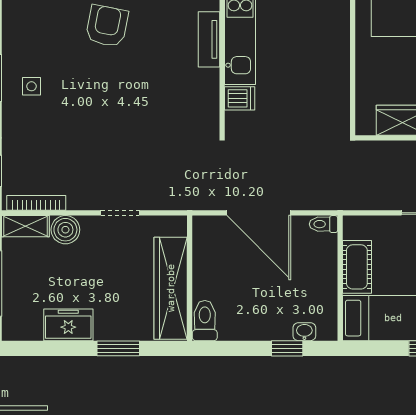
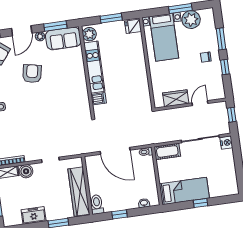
tv unit: (209, 39) -> (80, 73), removed
cot: (357, 267) -> (167, 151), moved, turned 90
window: (287, 348) -> (119, 214), moved

